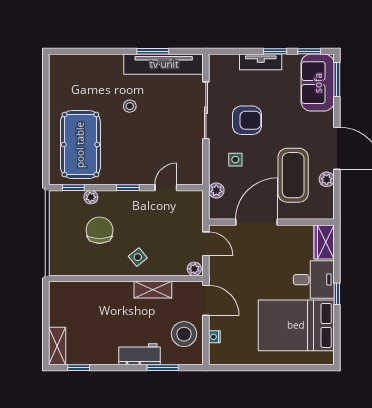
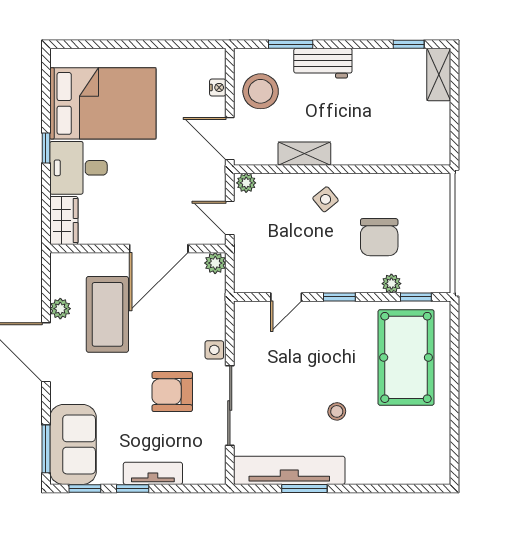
side table: (235, 160) -> (214, 350), moved
plant: (216, 190) -> (215, 263), moved

